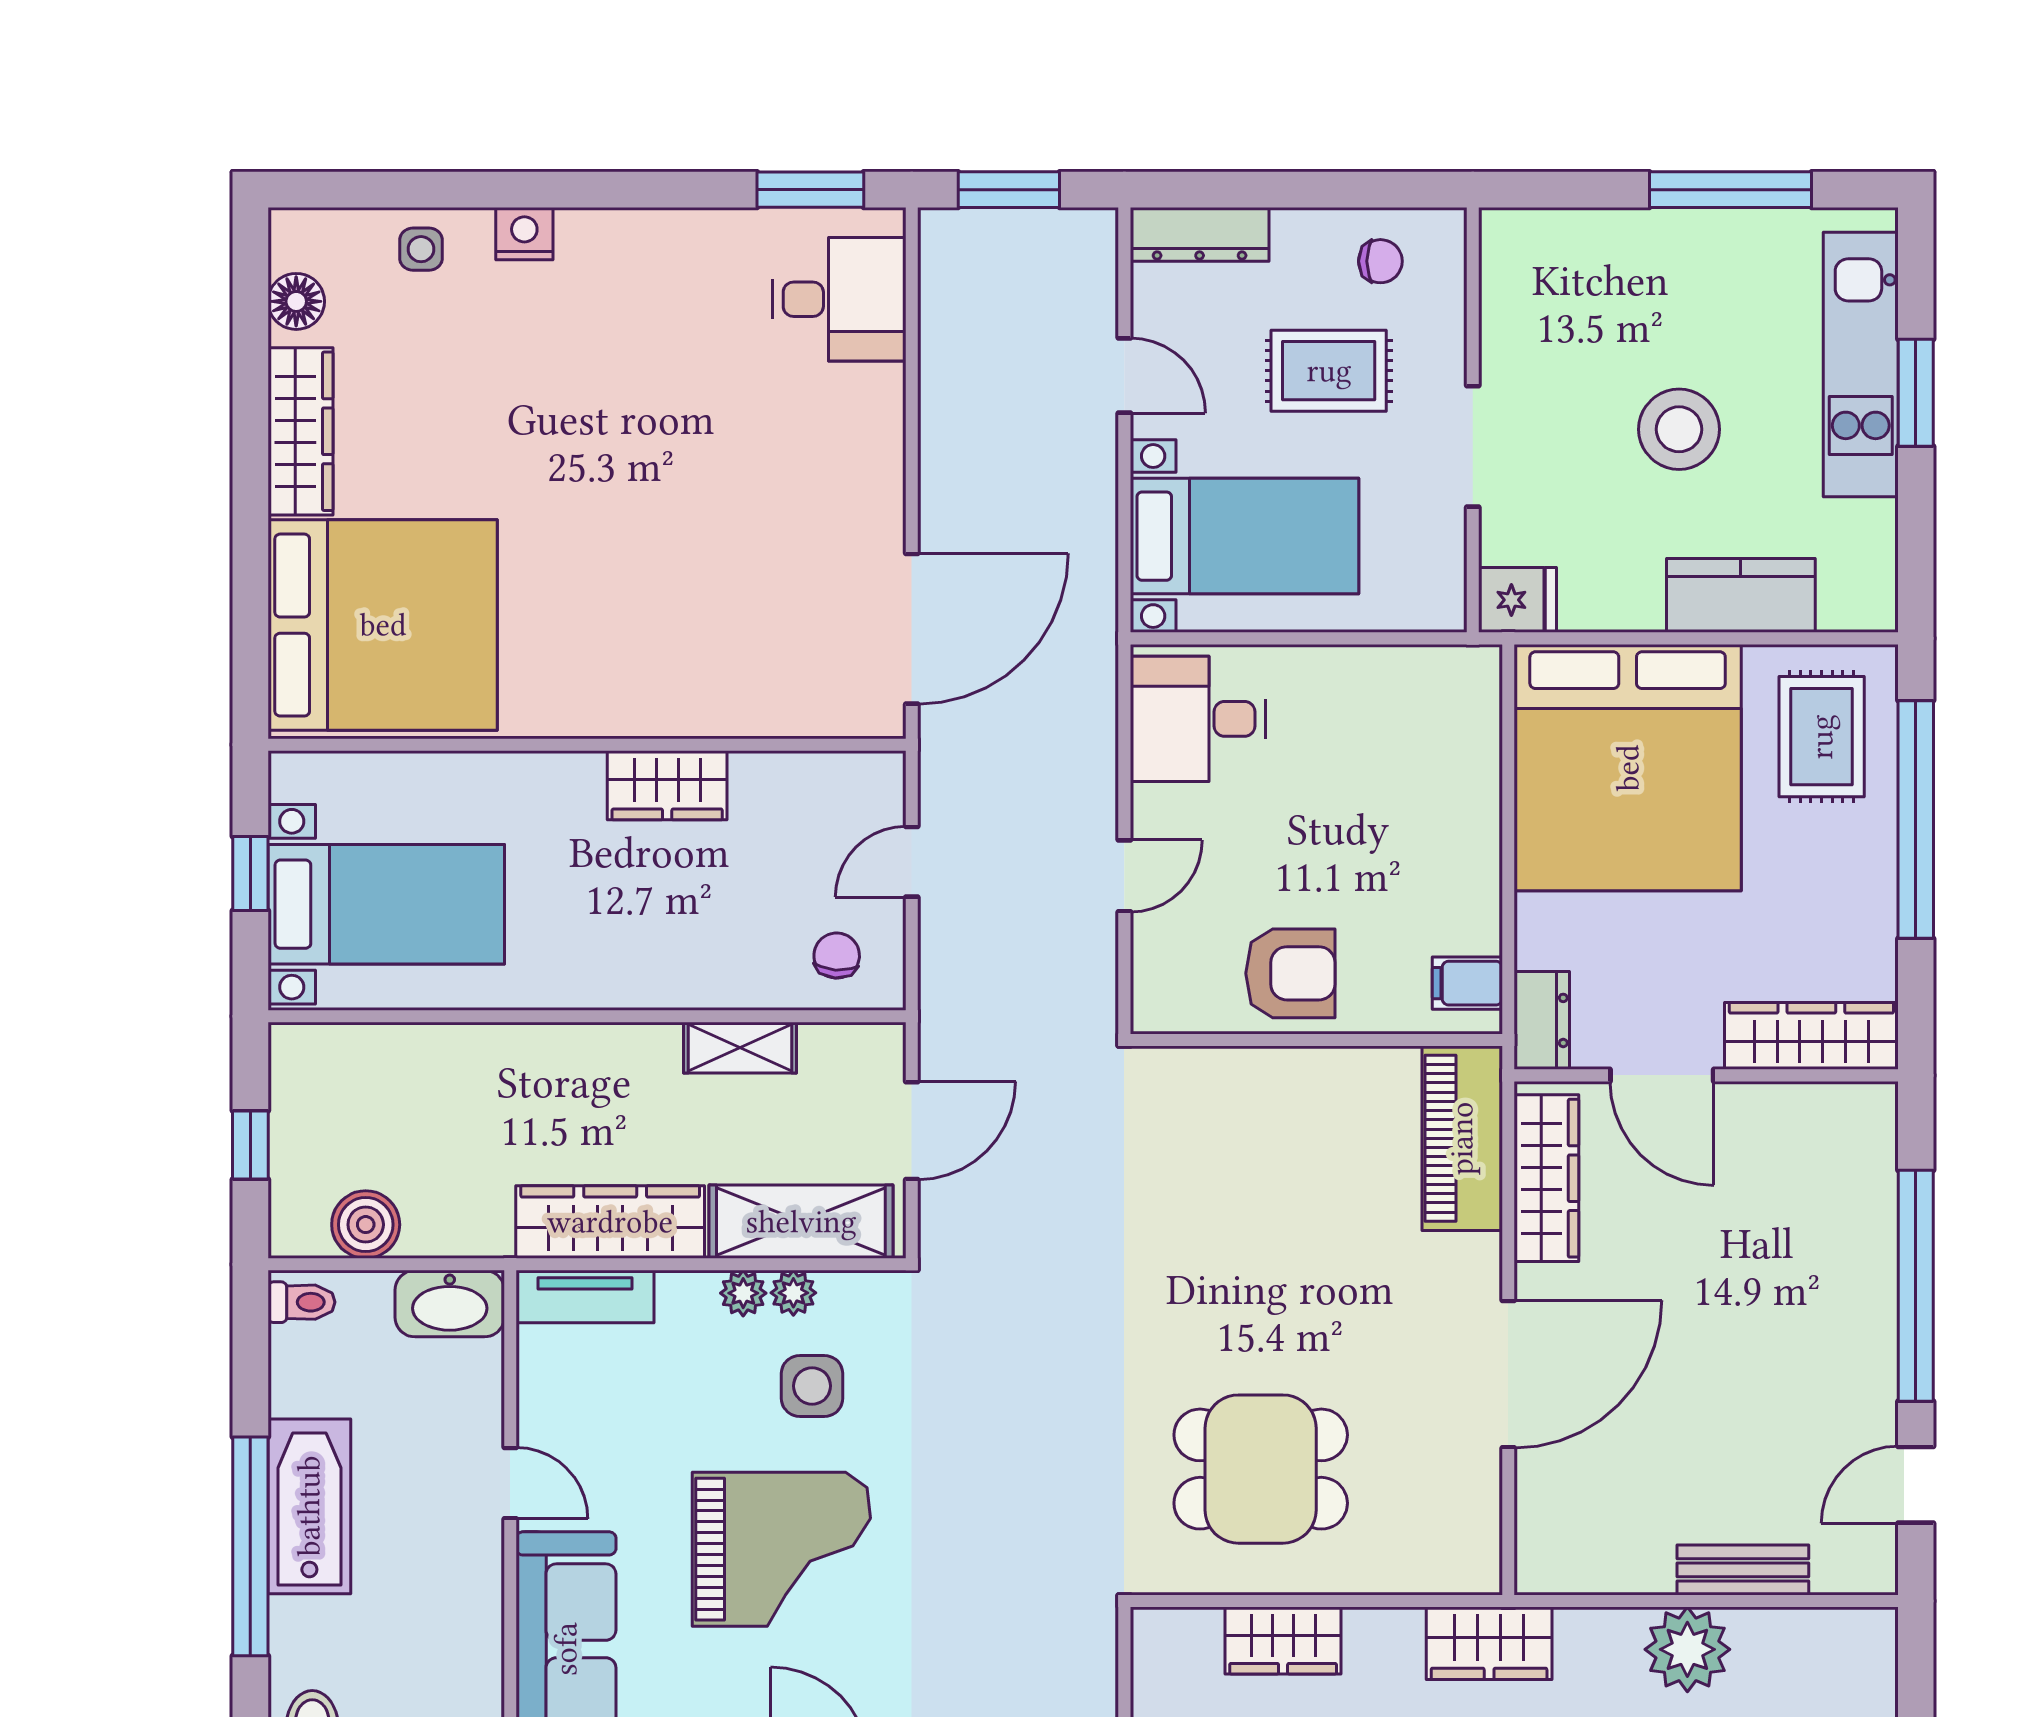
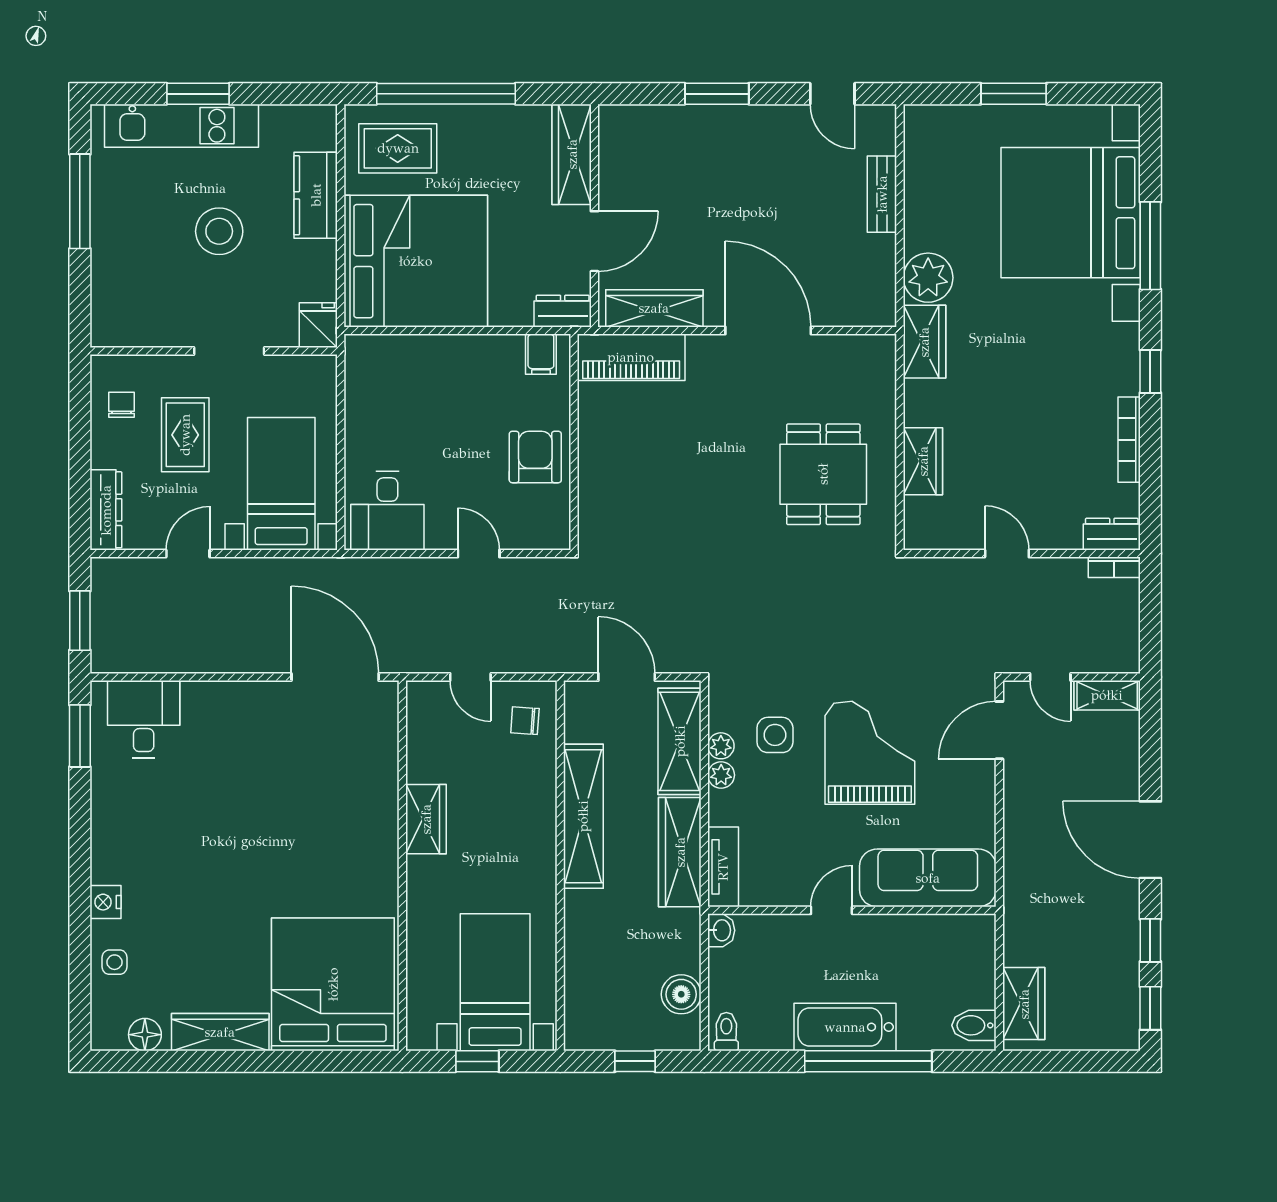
shelving: (740, 1048) -> (583, 816), width x2.20, depth x1.33
window: (1916, 1286) -> (717, 94), width x0.47
washbasin: (450, 1304) -> (721, 930), width x0.52, depth x0.69
plant: (1687, 1649) -> (928, 278), moved

